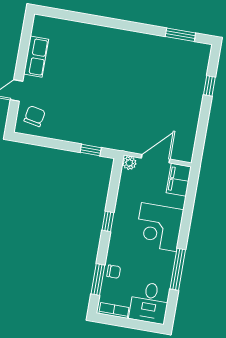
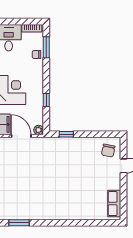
row of seats: (36, 57) -> (114, 204), moved
door: (156, 159) -> (21, 136), swing flipped
window: (108, 221) -> (46, 100), moved

